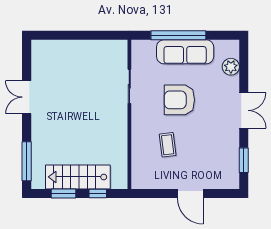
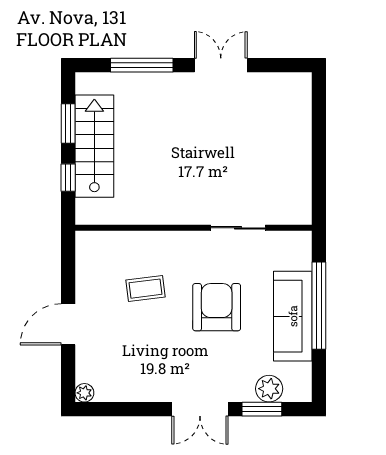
window: (244, 160) -> (262, 409), moved
window: (27, 161) -> (142, 65), moved
plant: (233, 183) -> (84, 393), added

